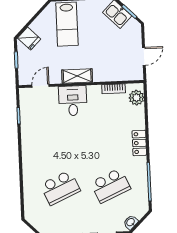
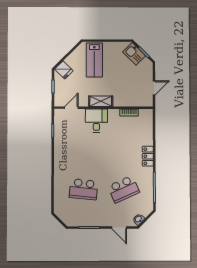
plant: (136, 98) -> (147, 120), removed
school desk: (60, 188) -> (84, 189), turned 30

